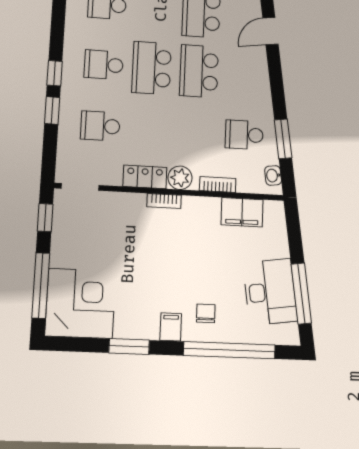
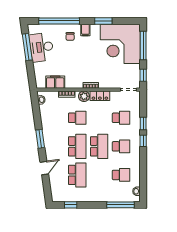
school desk: (244, 135) -> (77, 118), moved
window: (283, 139) -> (40, 139), moved
corner desk: (80, 303) -> (120, 44), width x1.36, depth x1.36

